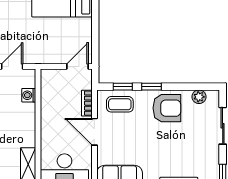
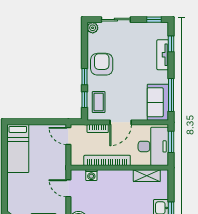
plant: (199, 97) -> (93, 28), moved
bookcase: (47, 115) -> (107, 160), added

